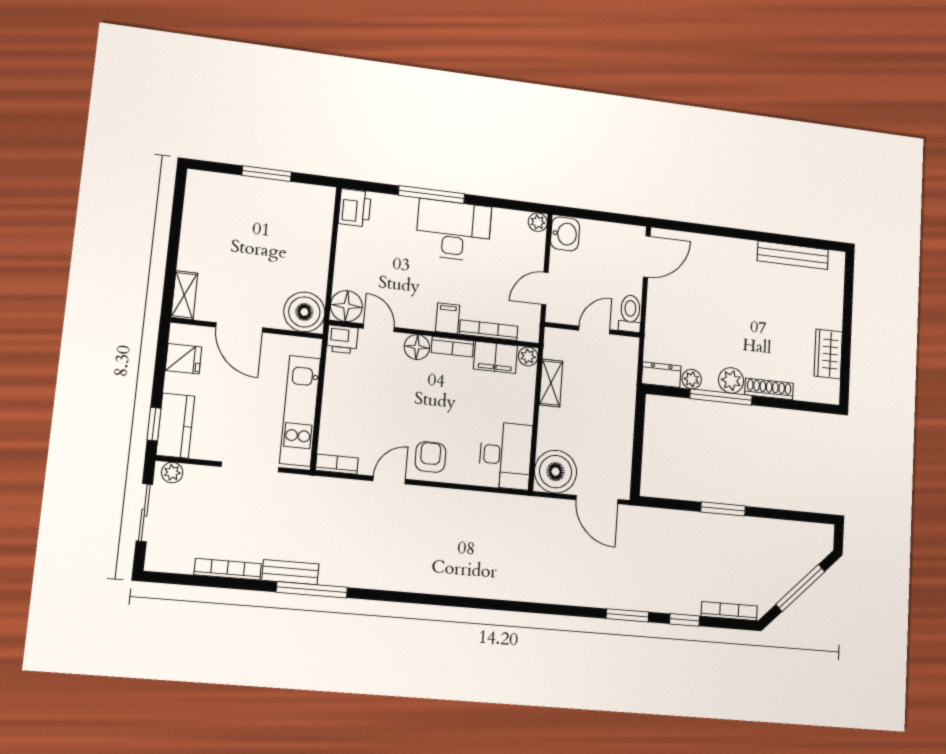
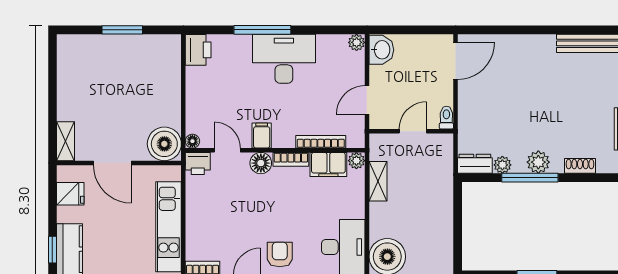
floor lamp: (346, 306) -> (192, 141), width x0.53, depth x0.53
toilet: (630, 313) -> (446, 118), width x0.73, depth x0.72
filing cabinet: (448, 318) -> (262, 136), moved
shoe rack: (769, 389) -> (580, 166), width x0.70

